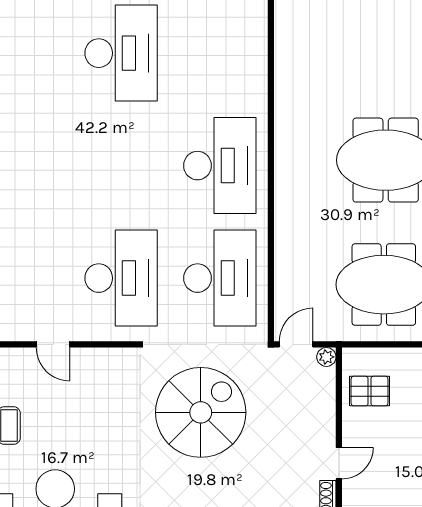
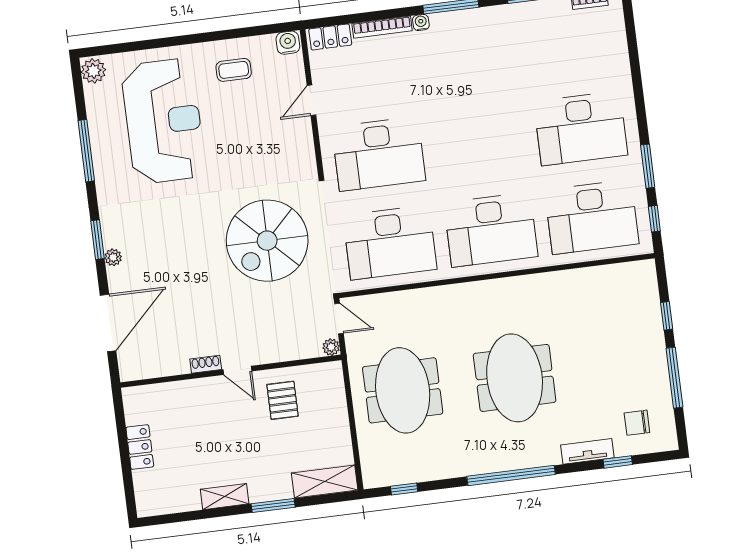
desk: (220, 53) -> (592, 217), added
pallet: (370, 391) -> (283, 400), moved
spiral stairs: (201, 412) -> (267, 241), turned 90

